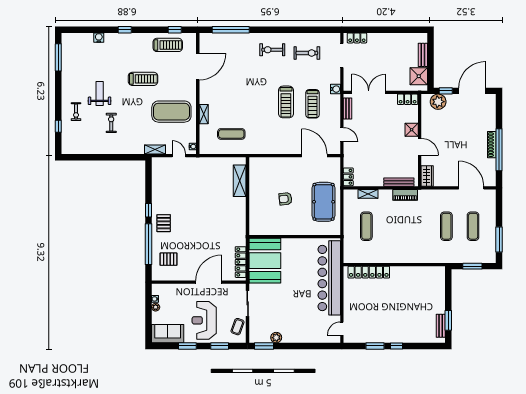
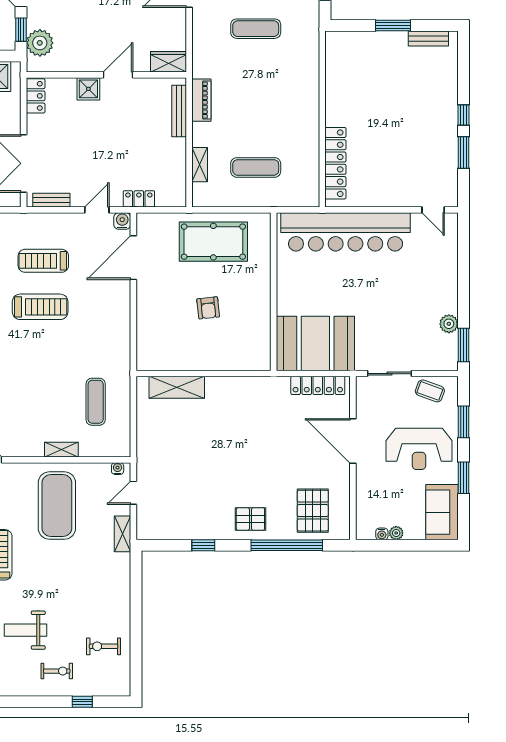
water cooler: (335, 89) -> (122, 221), moved
treadmill: (313, 104) -> (43, 261), turned 180
exercise bike: (111, 123) -> (104, 646), moved
locker: (348, 177) -> (139, 199), moved
window: (149, 210) -> (203, 545), moved
pallet: (169, 259) -> (313, 511), width x1.50, depth x1.42
window: (448, 320) -> (393, 25), moved

